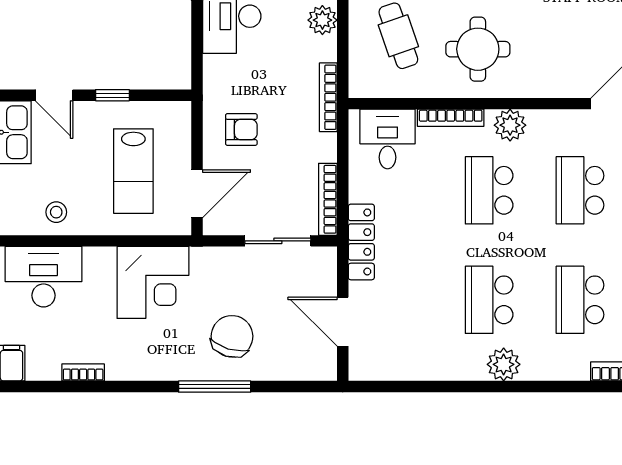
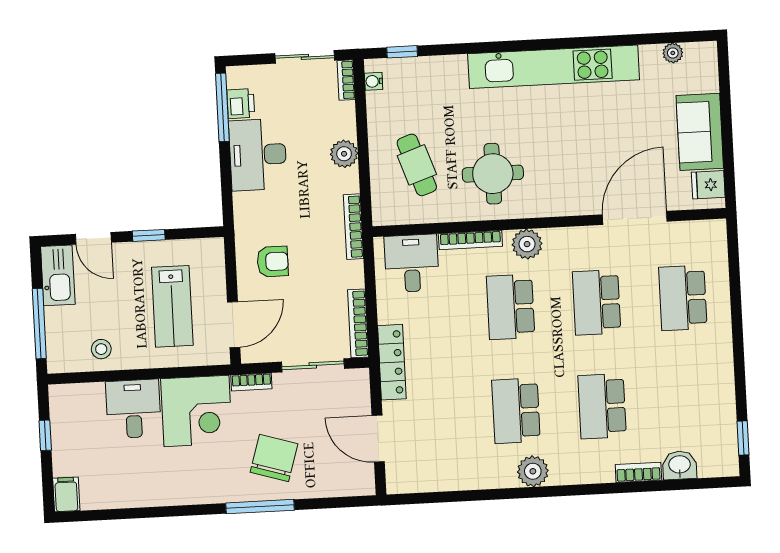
desk: (44, 277) -> (133, 409), moved, width x0.73
bookcase: (83, 372) -> (251, 382), moved, turned 180

